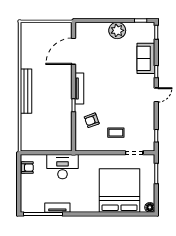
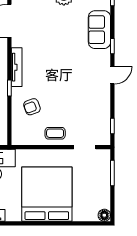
coffee table: (116, 133) -> (55, 133), moved
bed: (120, 190) -> (47, 194), moved

